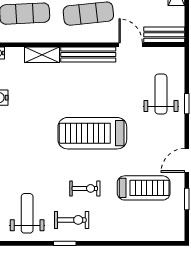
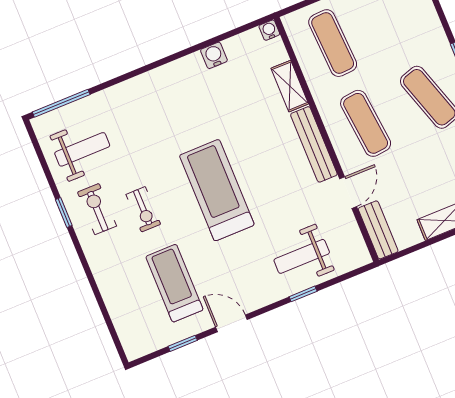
weight bench: (161, 94) -> (302, 256), turned 180
treadmill: (144, 188) -> (174, 283), turned 180
exercise bike: (72, 220) -> (97, 209), turned 180

